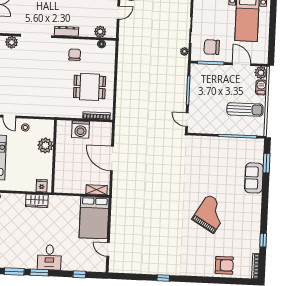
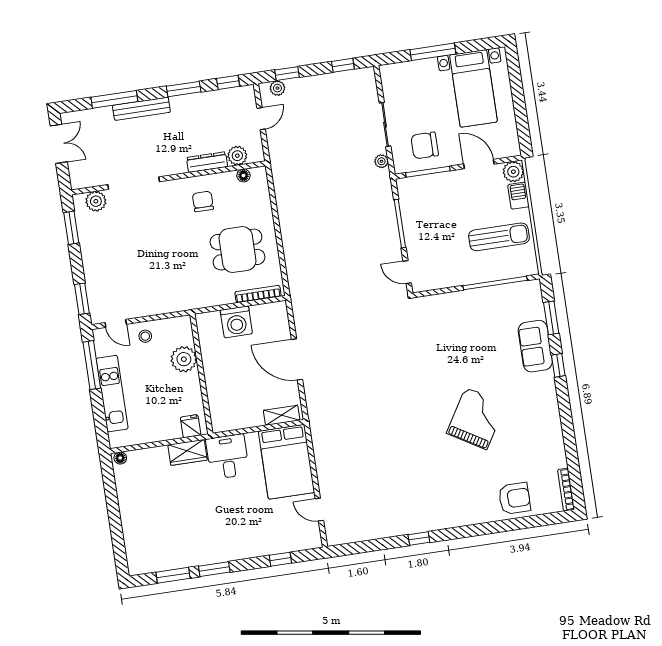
dresser: (66, 31) -> (207, 162), moved
window: (263, 240) -> (558, 365), moved
desk: (49, 257) -> (228, 457), moved, turned 180

